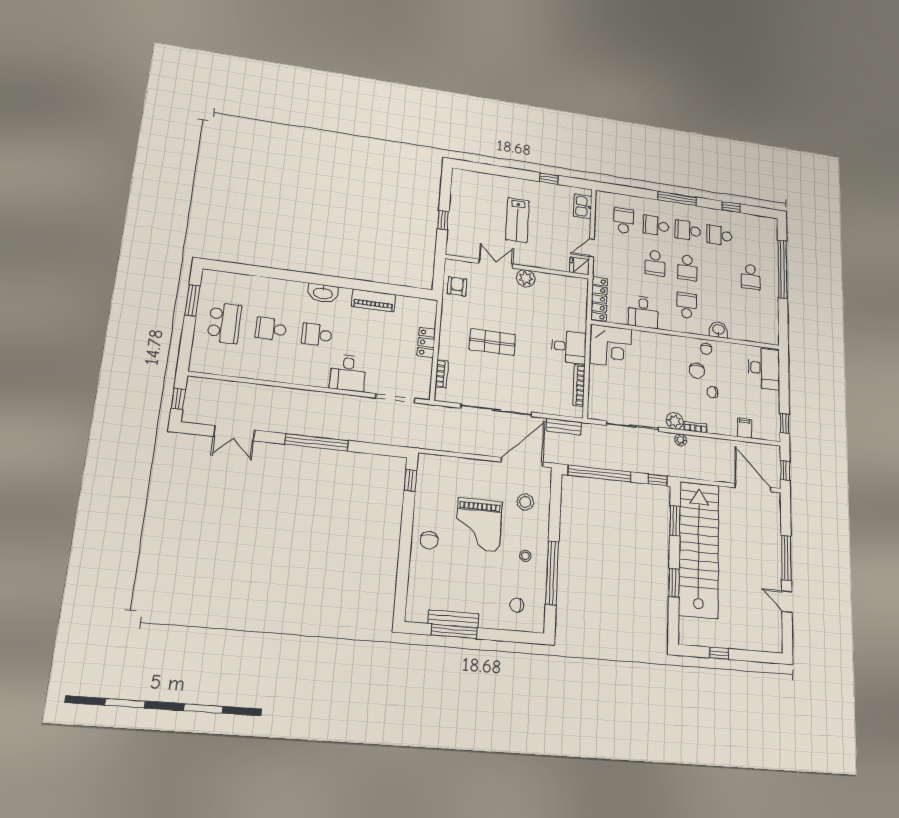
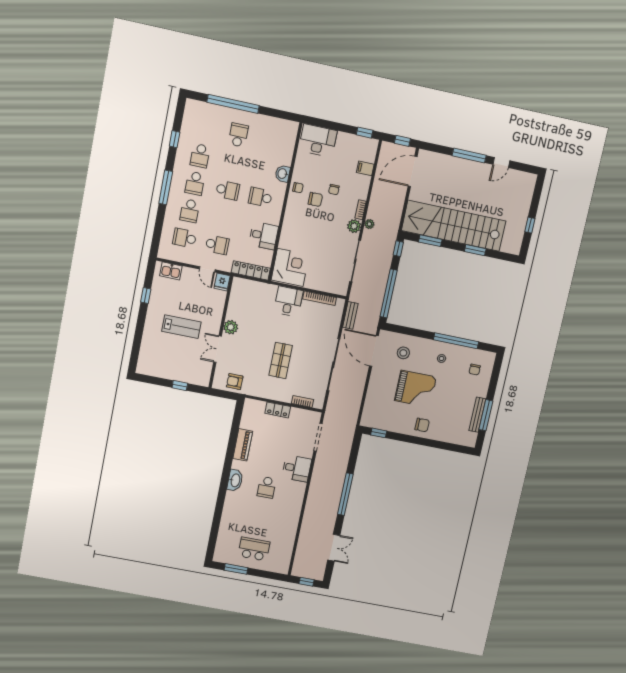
school desk: (655, 263) -> (217, 245), moved
school desk: (750, 277) -> (238, 135), turned -90
school desk: (271, 329) -> (260, 518), removed

